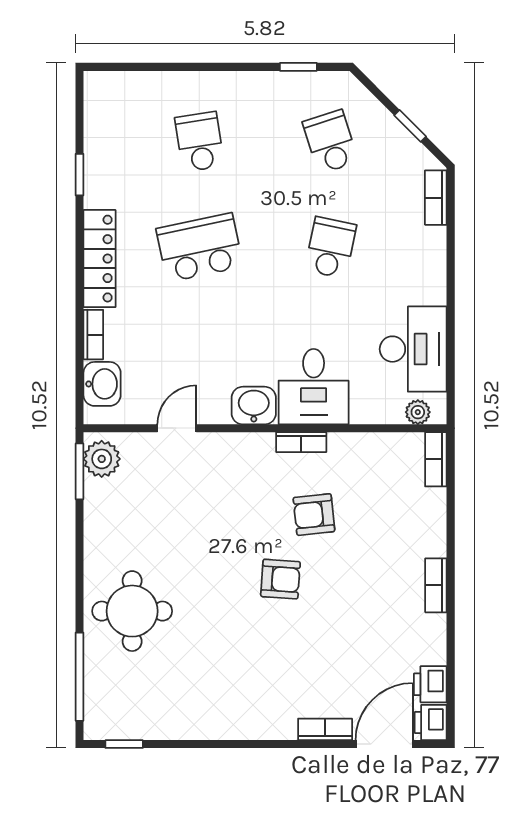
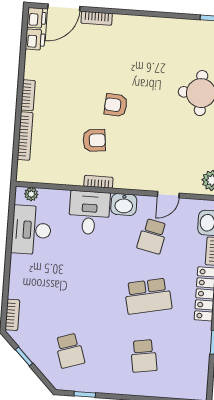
school desk: (330, 248) -> (152, 236), moved
bookcase: (436, 459) -> (25, 136), moved, width x1.56

